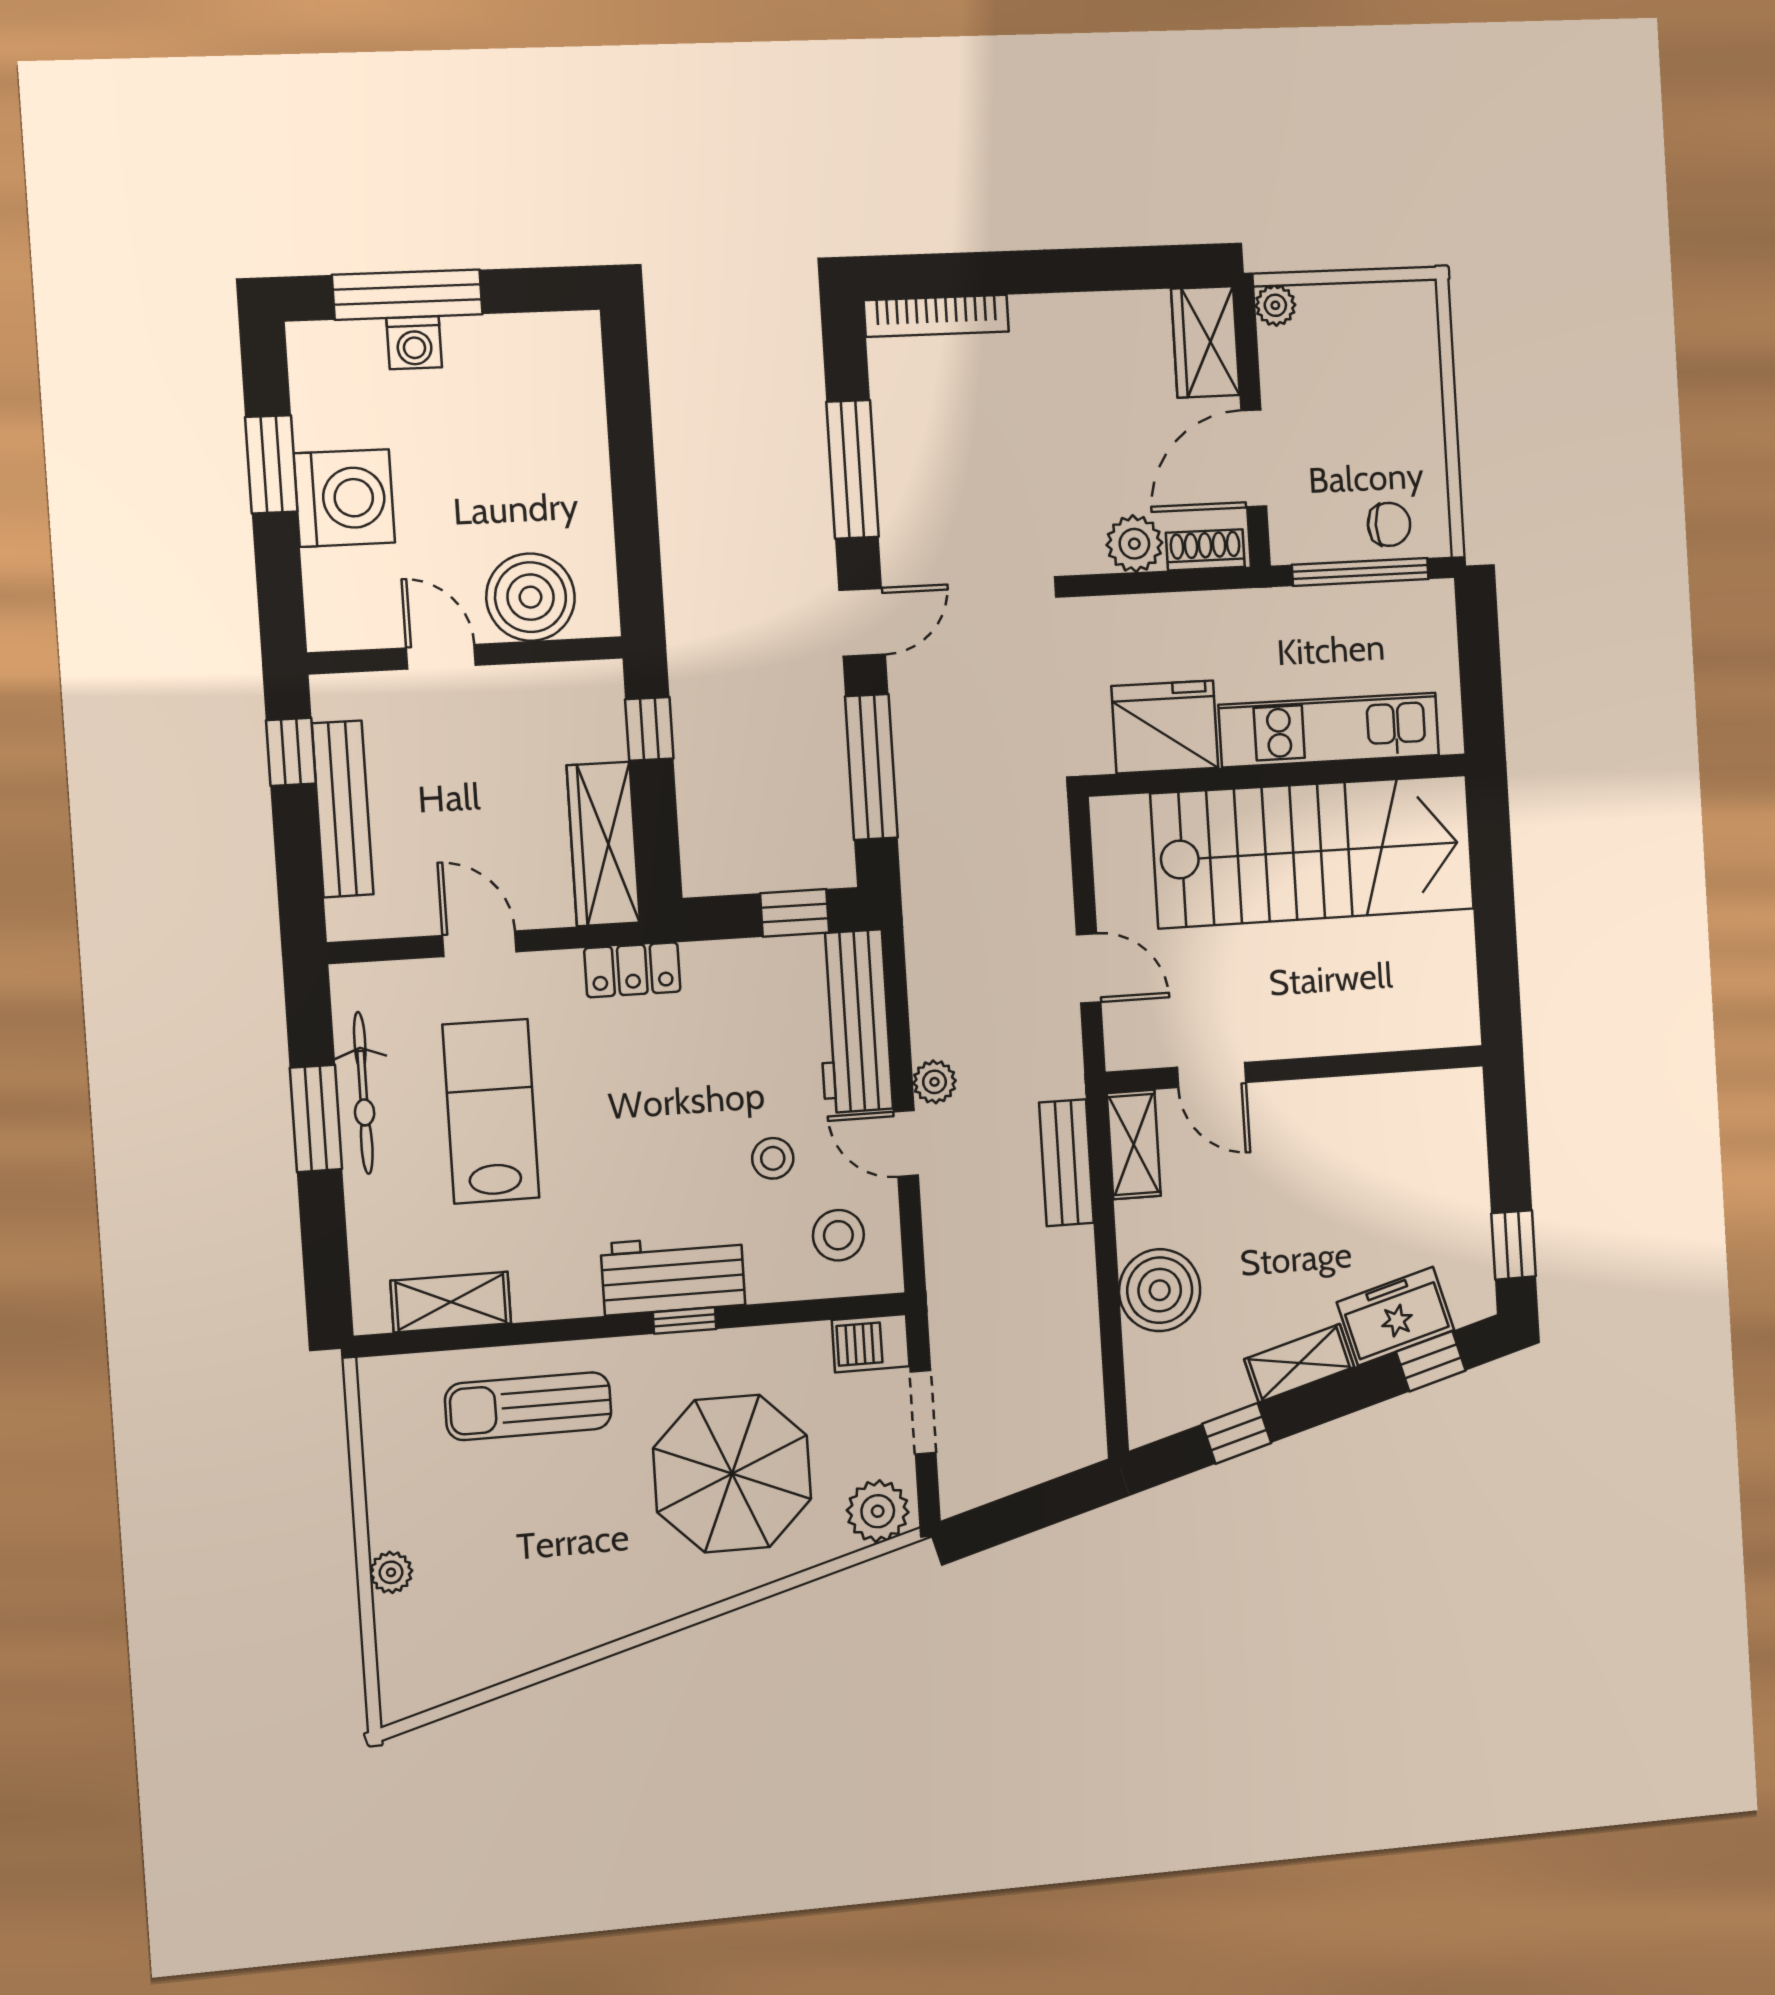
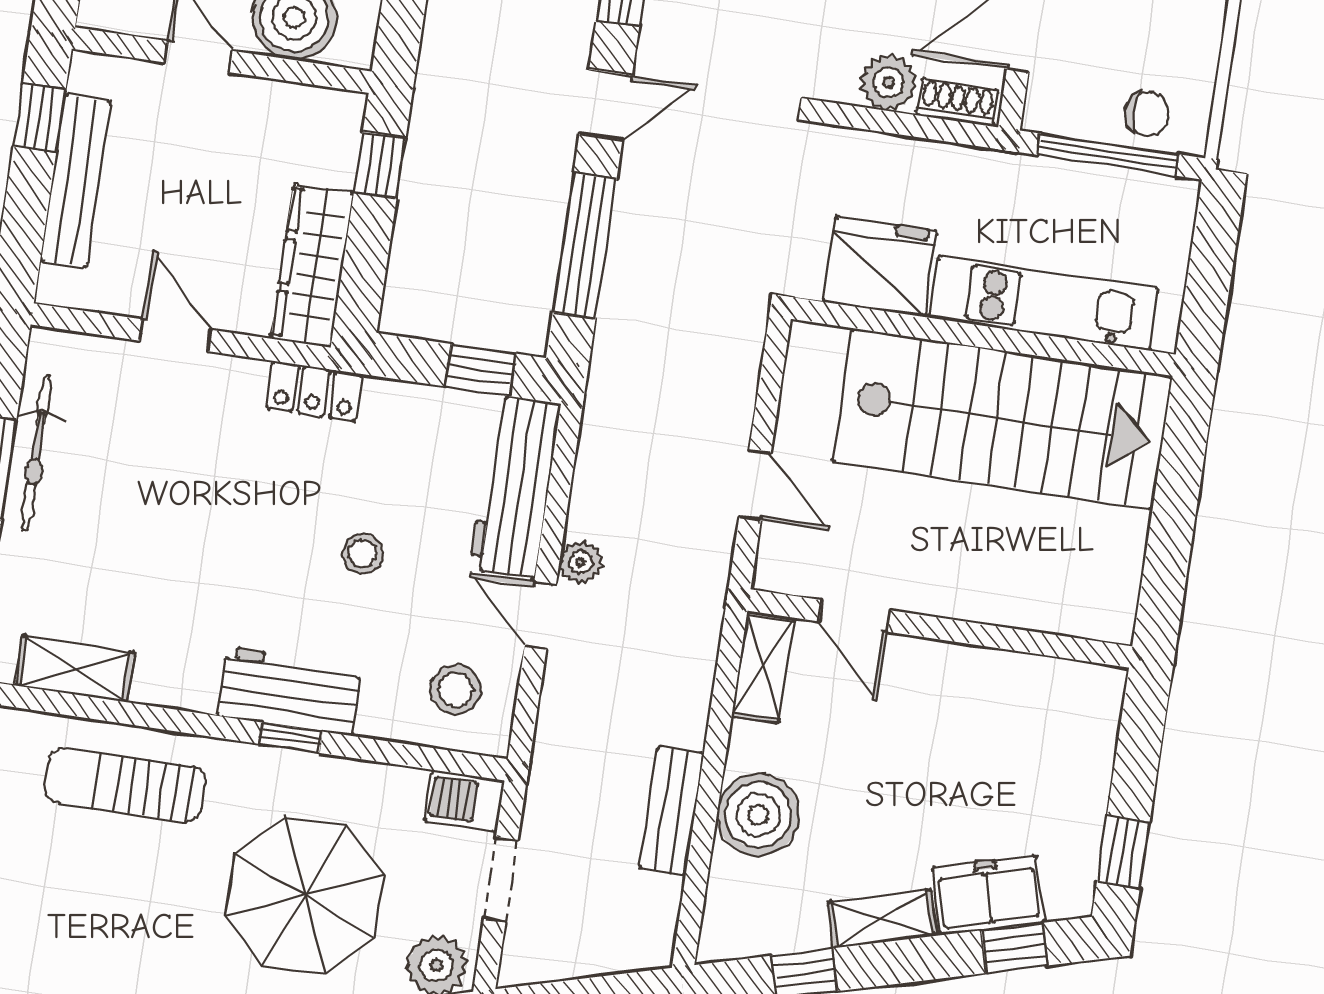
lab bench: (491, 1111) -> (151, 496), removed
stool: (773, 1158) -> (362, 554), moved
bench: (1066, 1163) -> (672, 810), moved

